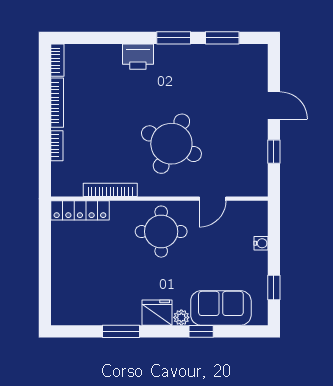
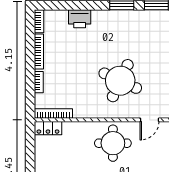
printer: (138, 57) -> (80, 19), moved
bookcase: (110, 190) -> (53, 114), moved
locker: (80, 210) -> (48, 128), width x0.66

